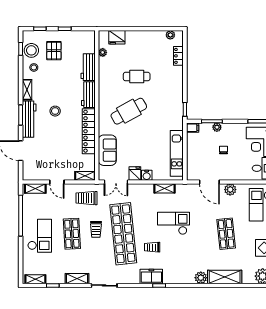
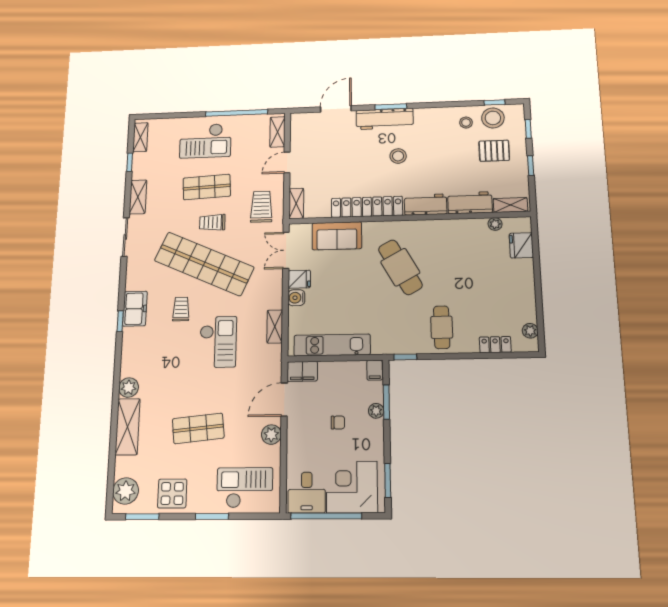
cafe table: (137, 77) -> (442, 327), moved
shelving: (27, 90) -> (510, 205), moved
filing cabinet: (193, 171) -> (302, 371), added
shop shelf: (123, 234) -> (204, 264), turned 30

